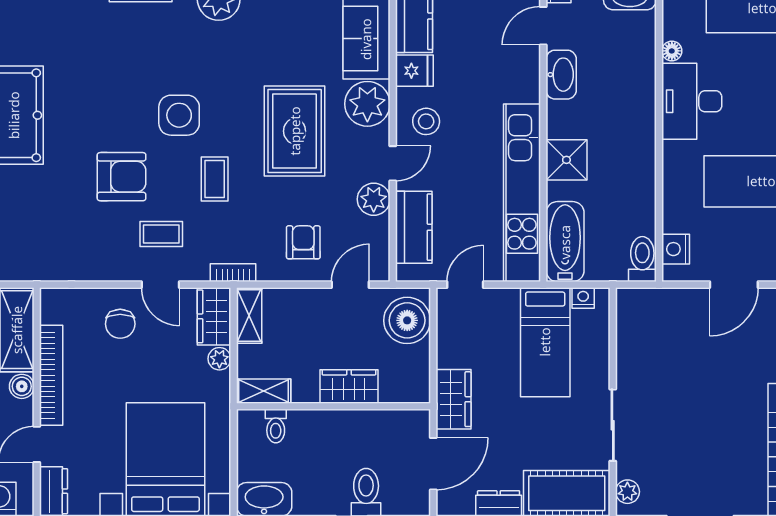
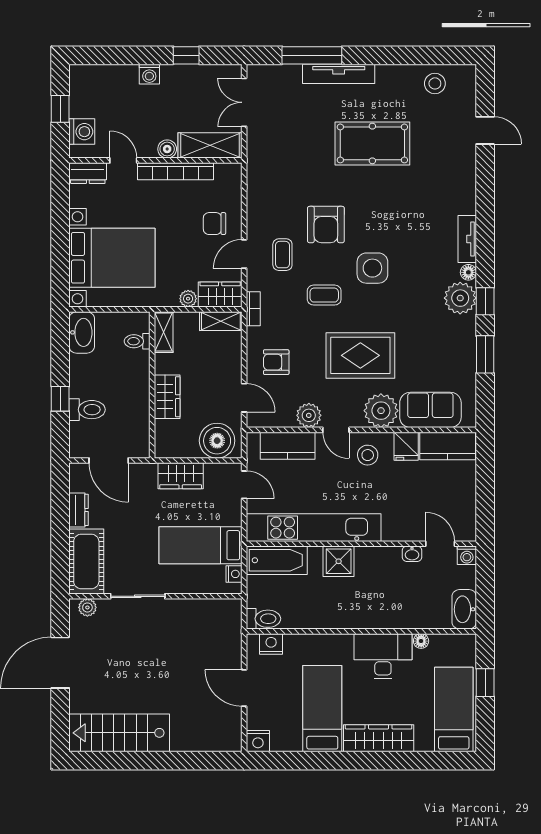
washbasin: (561, 75) -> (412, 554), width x0.52, depth x0.69
armchair: (303, 242) -> (276, 362), turned 180
wardrobe: (453, 399) -> (181, 476), moved

